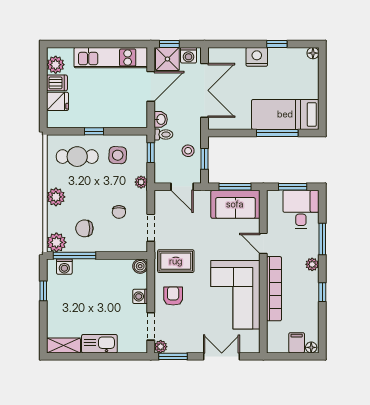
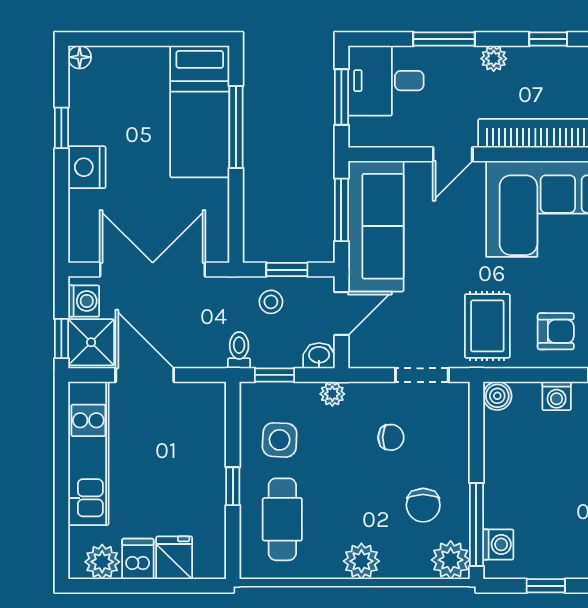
washbasin: (161, 119) -> (319, 356), moved
sofa: (235, 204) -> (376, 226), width x1.36
armchair: (173, 296) -> (556, 331), turned 180

